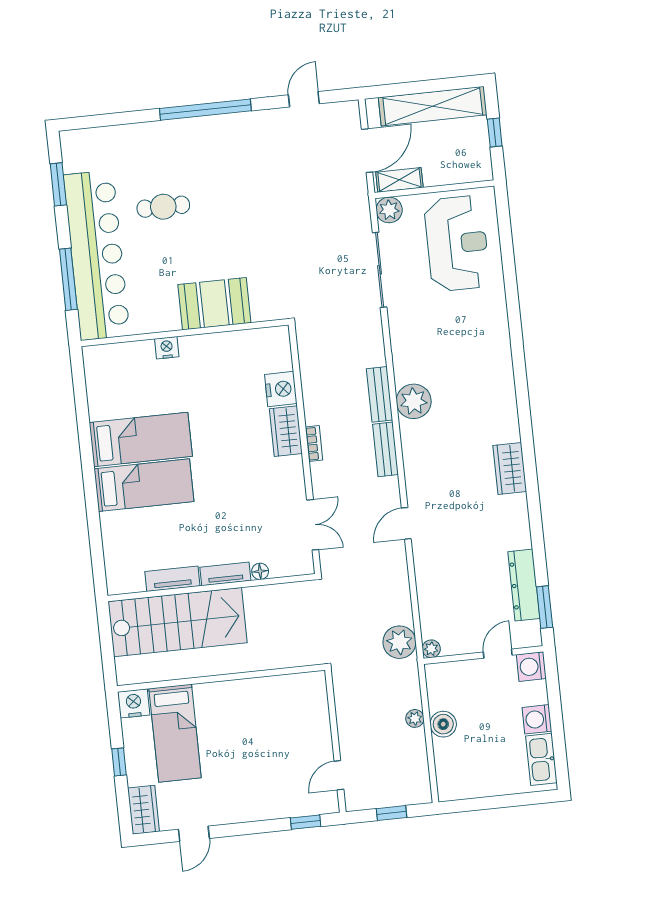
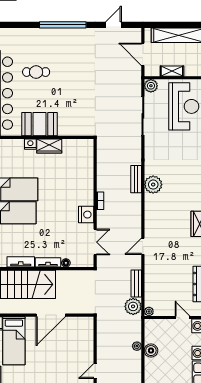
door: (367, 151) -> (143, 54), swing flipped
shelving: (399, 180) -> (172, 71), moved
booth: (214, 304) -> (39, 124), moved
nightstand: (281, 389) -> (86, 215), moved
wardrobe: (286, 431) -> (49, 146), moved, turned -90
bench: (385, 449) -> (136, 284), moved
door: (498, 654) -> (183, 318), hinge flipped
door: (241, 676) -> (51, 315), added

